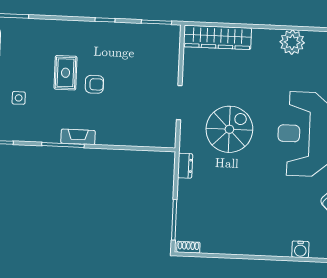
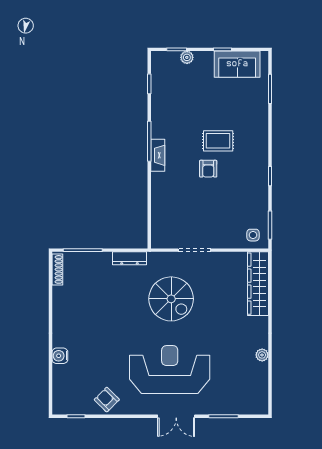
plant: (292, 42) -> (262, 355), width x0.53, depth x0.53
side table: (19, 98) -> (253, 235), moved
dresser: (185, 166) -> (129, 258), width x1.44
shoe rack: (188, 247) -> (57, 269), width x1.43
water cooler: (300, 249) -> (60, 356), moved

